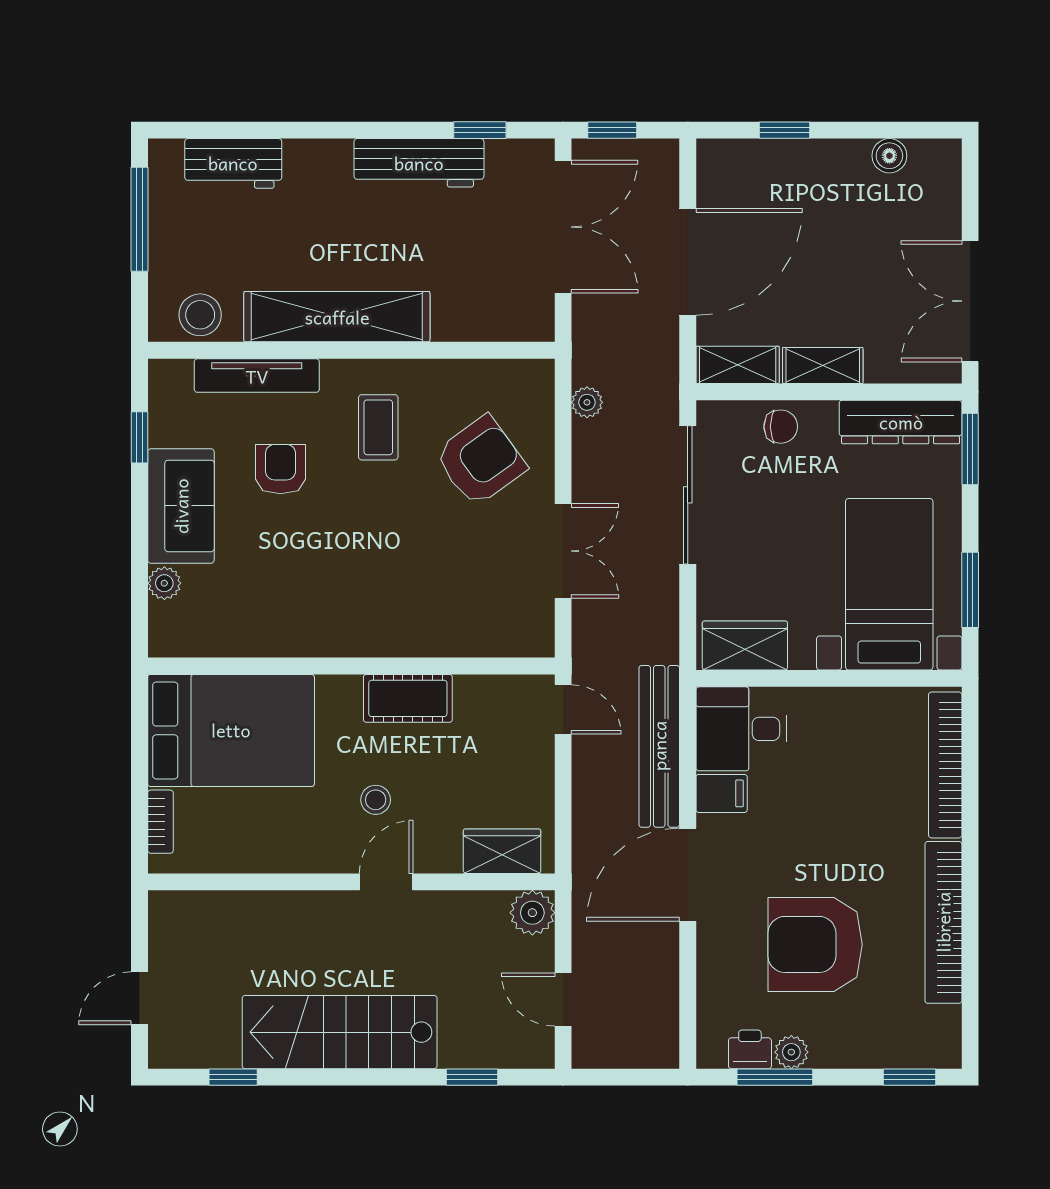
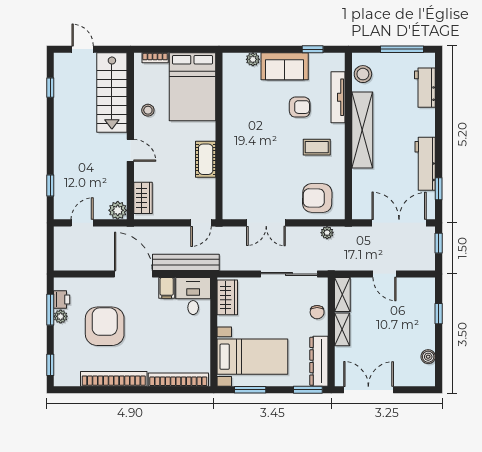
double door: (563, 227) -> (399, 223), swing flipped
door: (688, 262) -> (385, 274), width x0.53
armchair: (480, 461) -> (317, 198), moved, turned 127
stool: (376, 800) -> (148, 110), moved
stairs: (340, 1032) -> (112, 92), moved, turned 180

